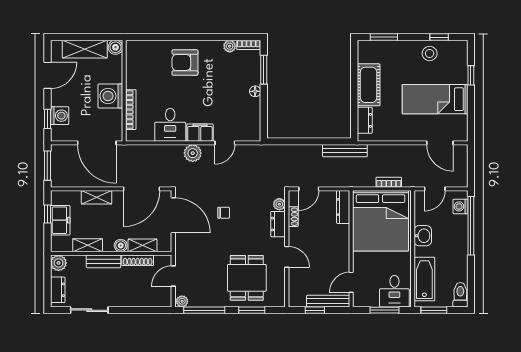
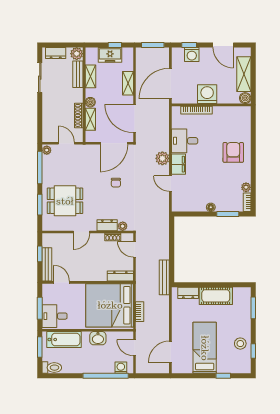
bench: (104, 261) -> (78, 74), moved

